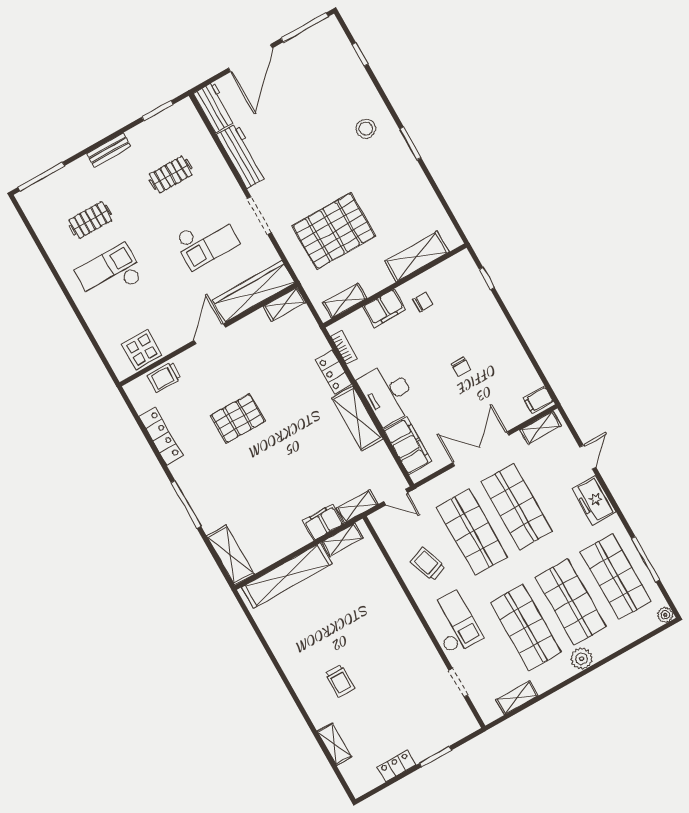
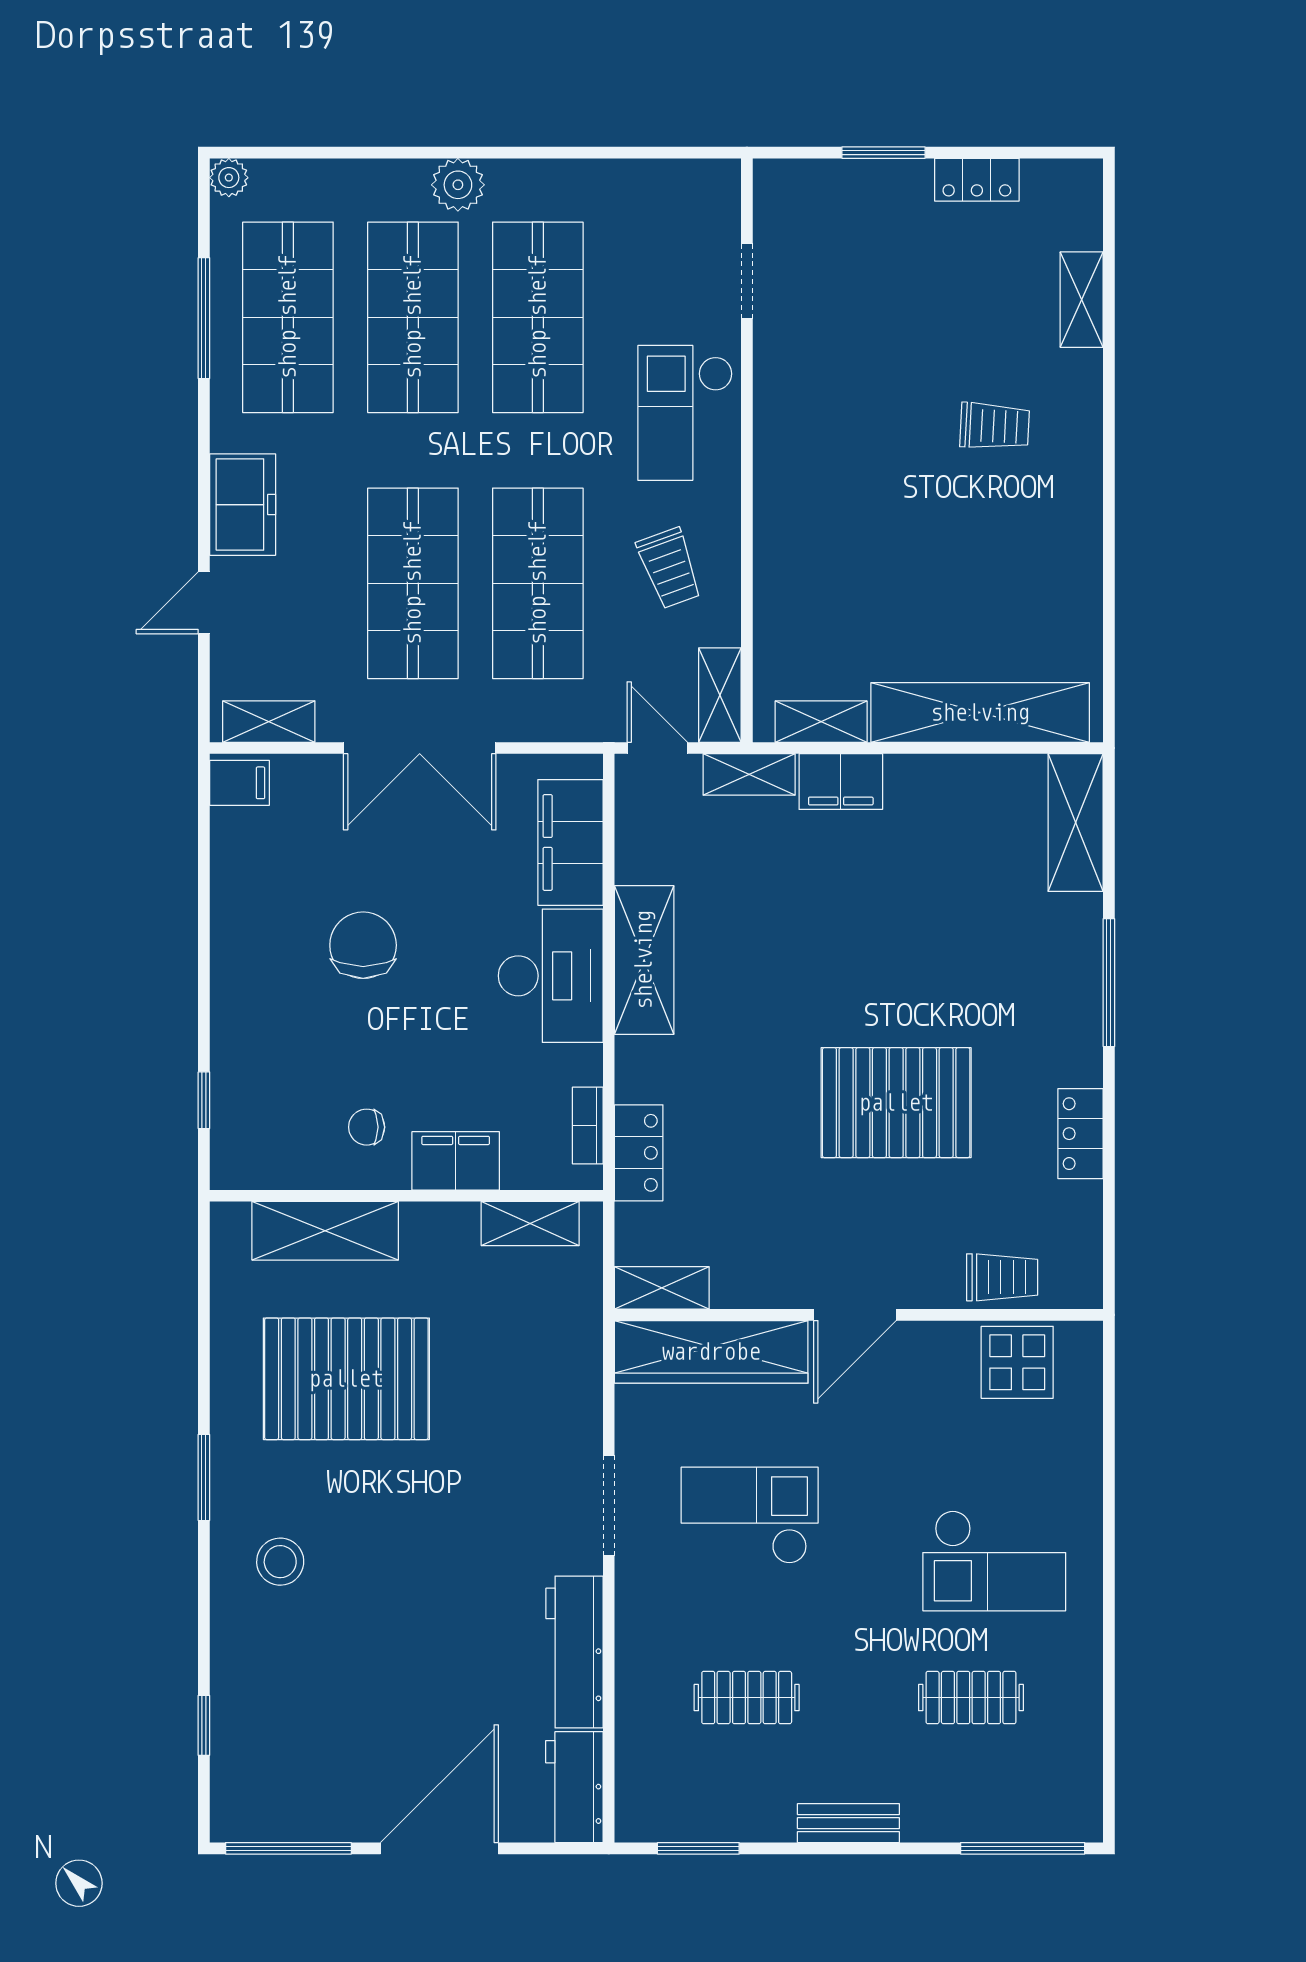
pallet: (334, 231) -> (346, 1379), moved
chair: (461, 367) -> (363, 945), width x1.87, depth x1.87
locker: (334, 372) -> (639, 1153), moved
pallet: (238, 418) -> (896, 1103), width x1.37, depth x1.41
locker: (161, 436) -> (1080, 1134), width x0.66
trolley: (340, 681) -> (995, 426), turned 93
shelving: (517, 698) -> (720, 695), moved, turned 90

